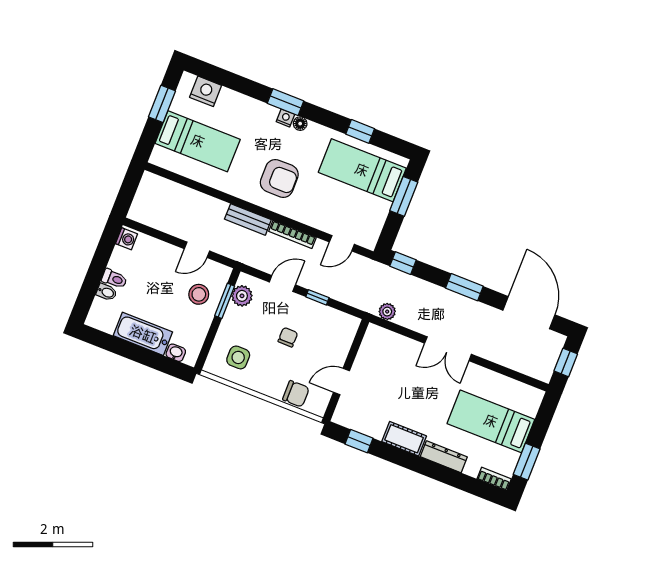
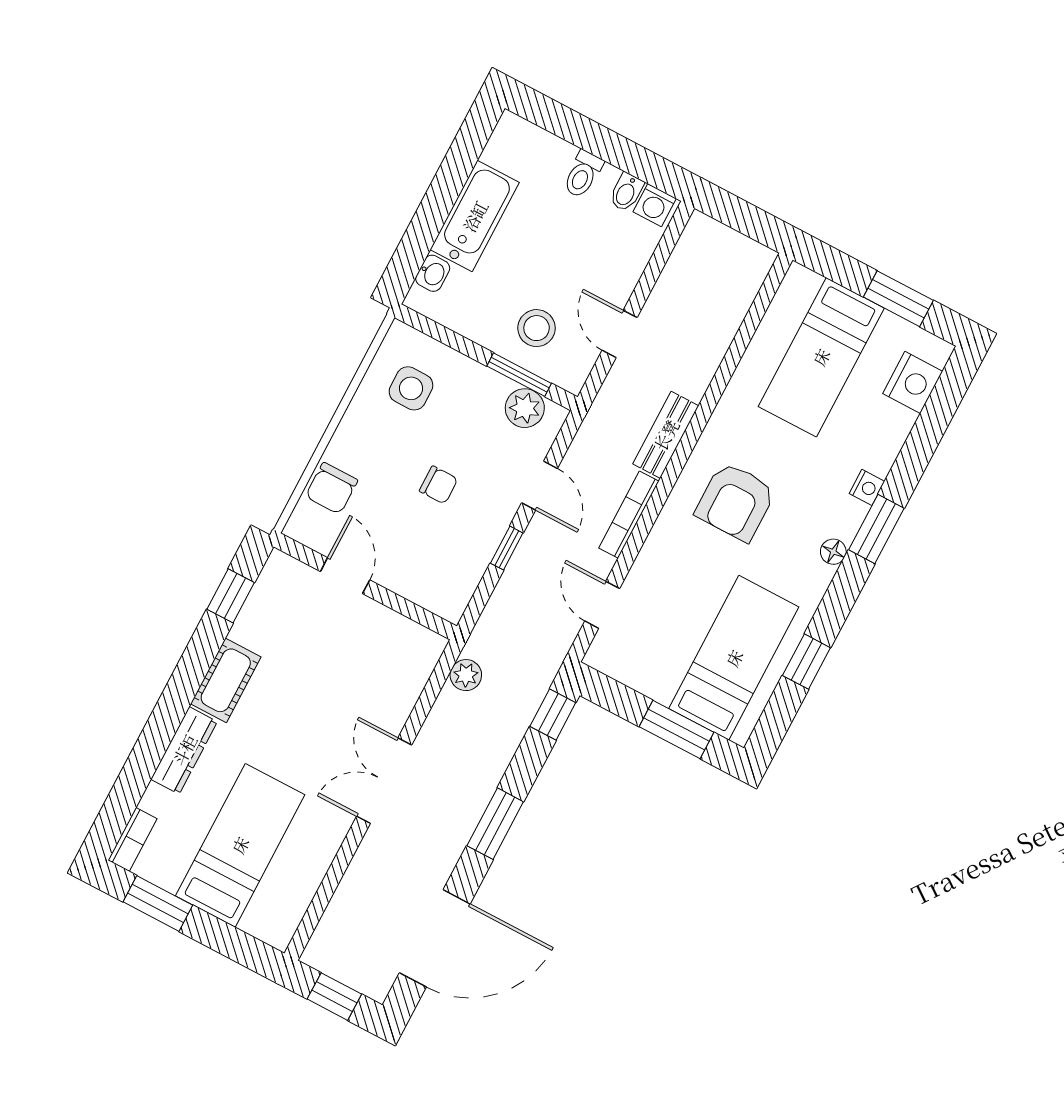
nightstand: (285, 118) -> (867, 487), moved
bidet: (107, 292) -> (626, 192), moved

